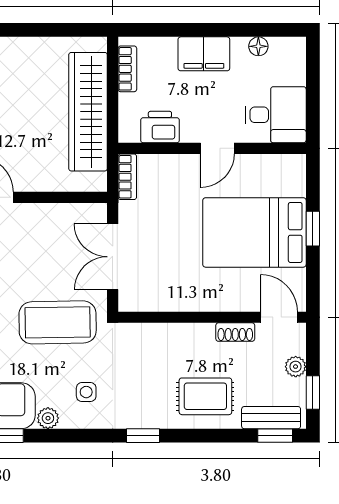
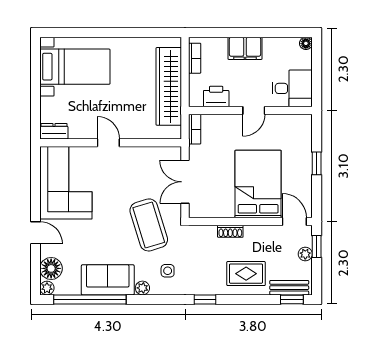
floor lamp: (258, 46) -> (306, 43), moved
bed: (254, 232) -> (258, 184), moved, turned 90
coffee table: (58, 322) -> (149, 225), turned 74
shoe rack: (235, 332) -> (230, 231), moved
window: (313, 392) -> (317, 246), moved

